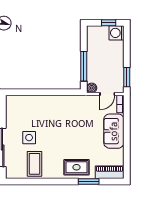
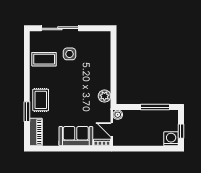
window: (84, 66) -> (155, 107), moved
window: (127, 77) -> (128, 149), removed
plant: (72, 102) -> (104, 96), added

